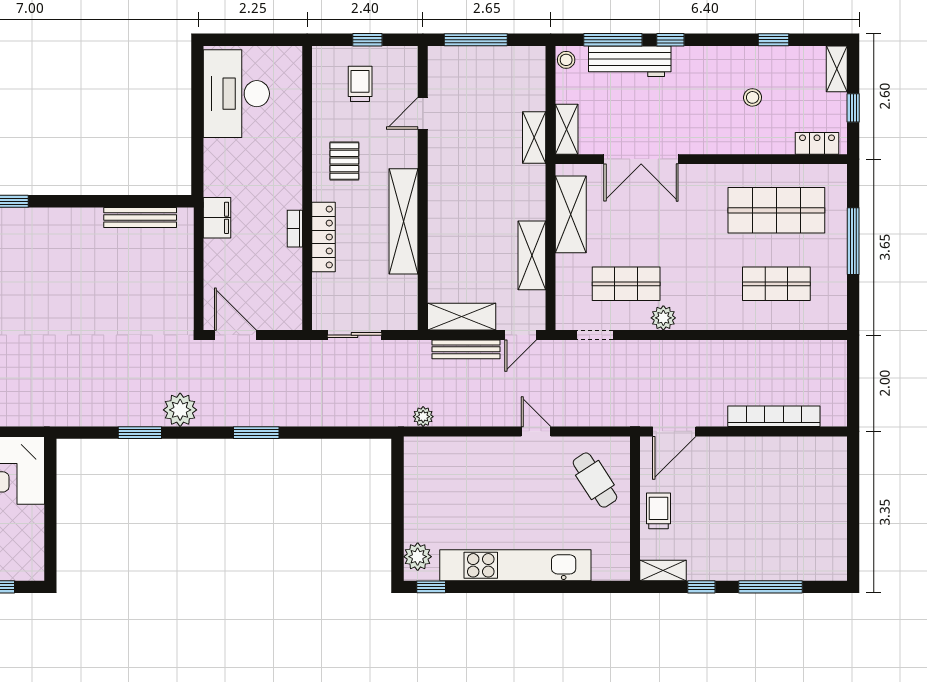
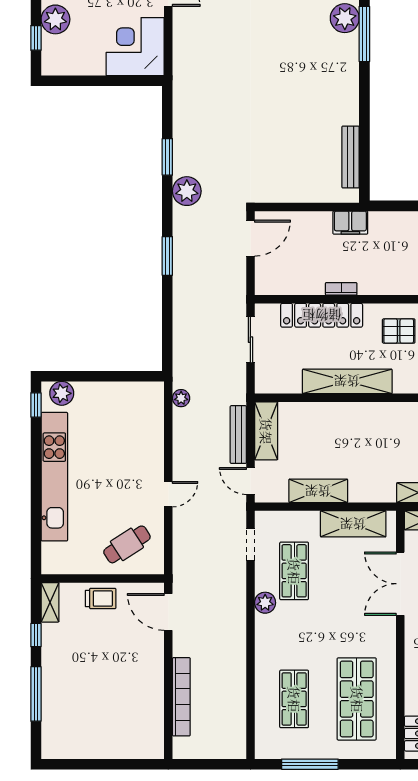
locker: (323, 237) -> (322, 315), width x1.41, depth x1.21
window: (853, 241) -> (310, 764), moved

